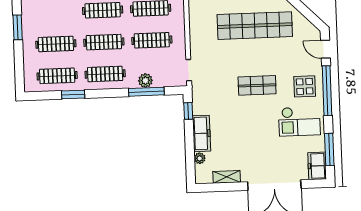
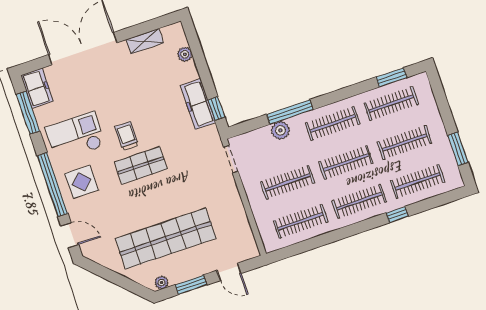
clothes rail: (55, 12) -> (418, 181), added
window: (146, 92) -> (290, 112), moved
window: (73, 94) -> (391, 77), moved
trolley: (261, 110) -> (127, 136), added
freezer: (201, 133) -> (198, 104), moved

